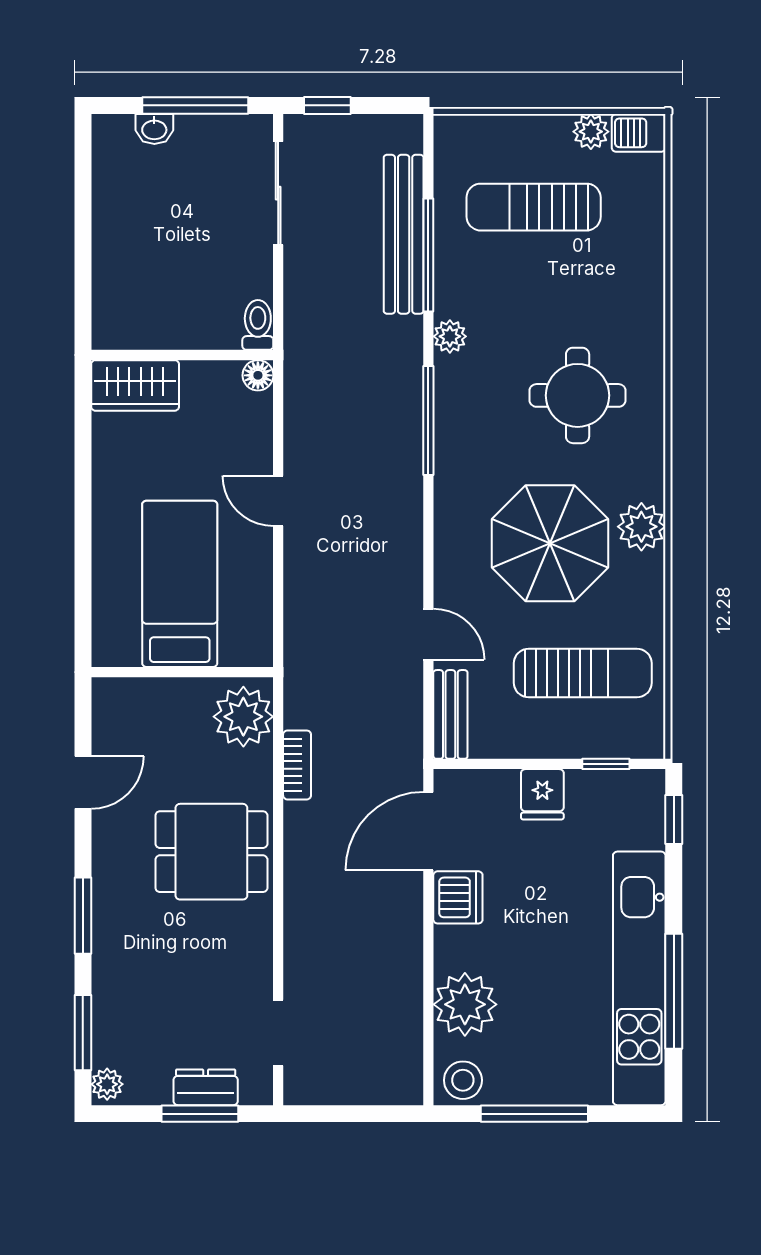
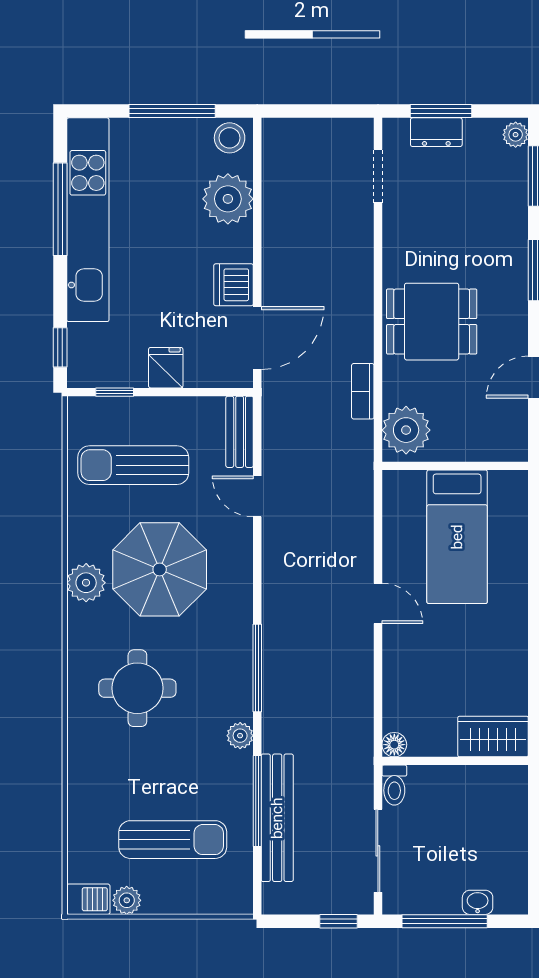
toilet: (258, 325) -> (394, 785), moved
wall: (182, 355) -> (455, 761), moved
floor lamp: (258, 375) -> (394, 745), moved
wardrobe: (135, 385) -> (493, 736), moved

